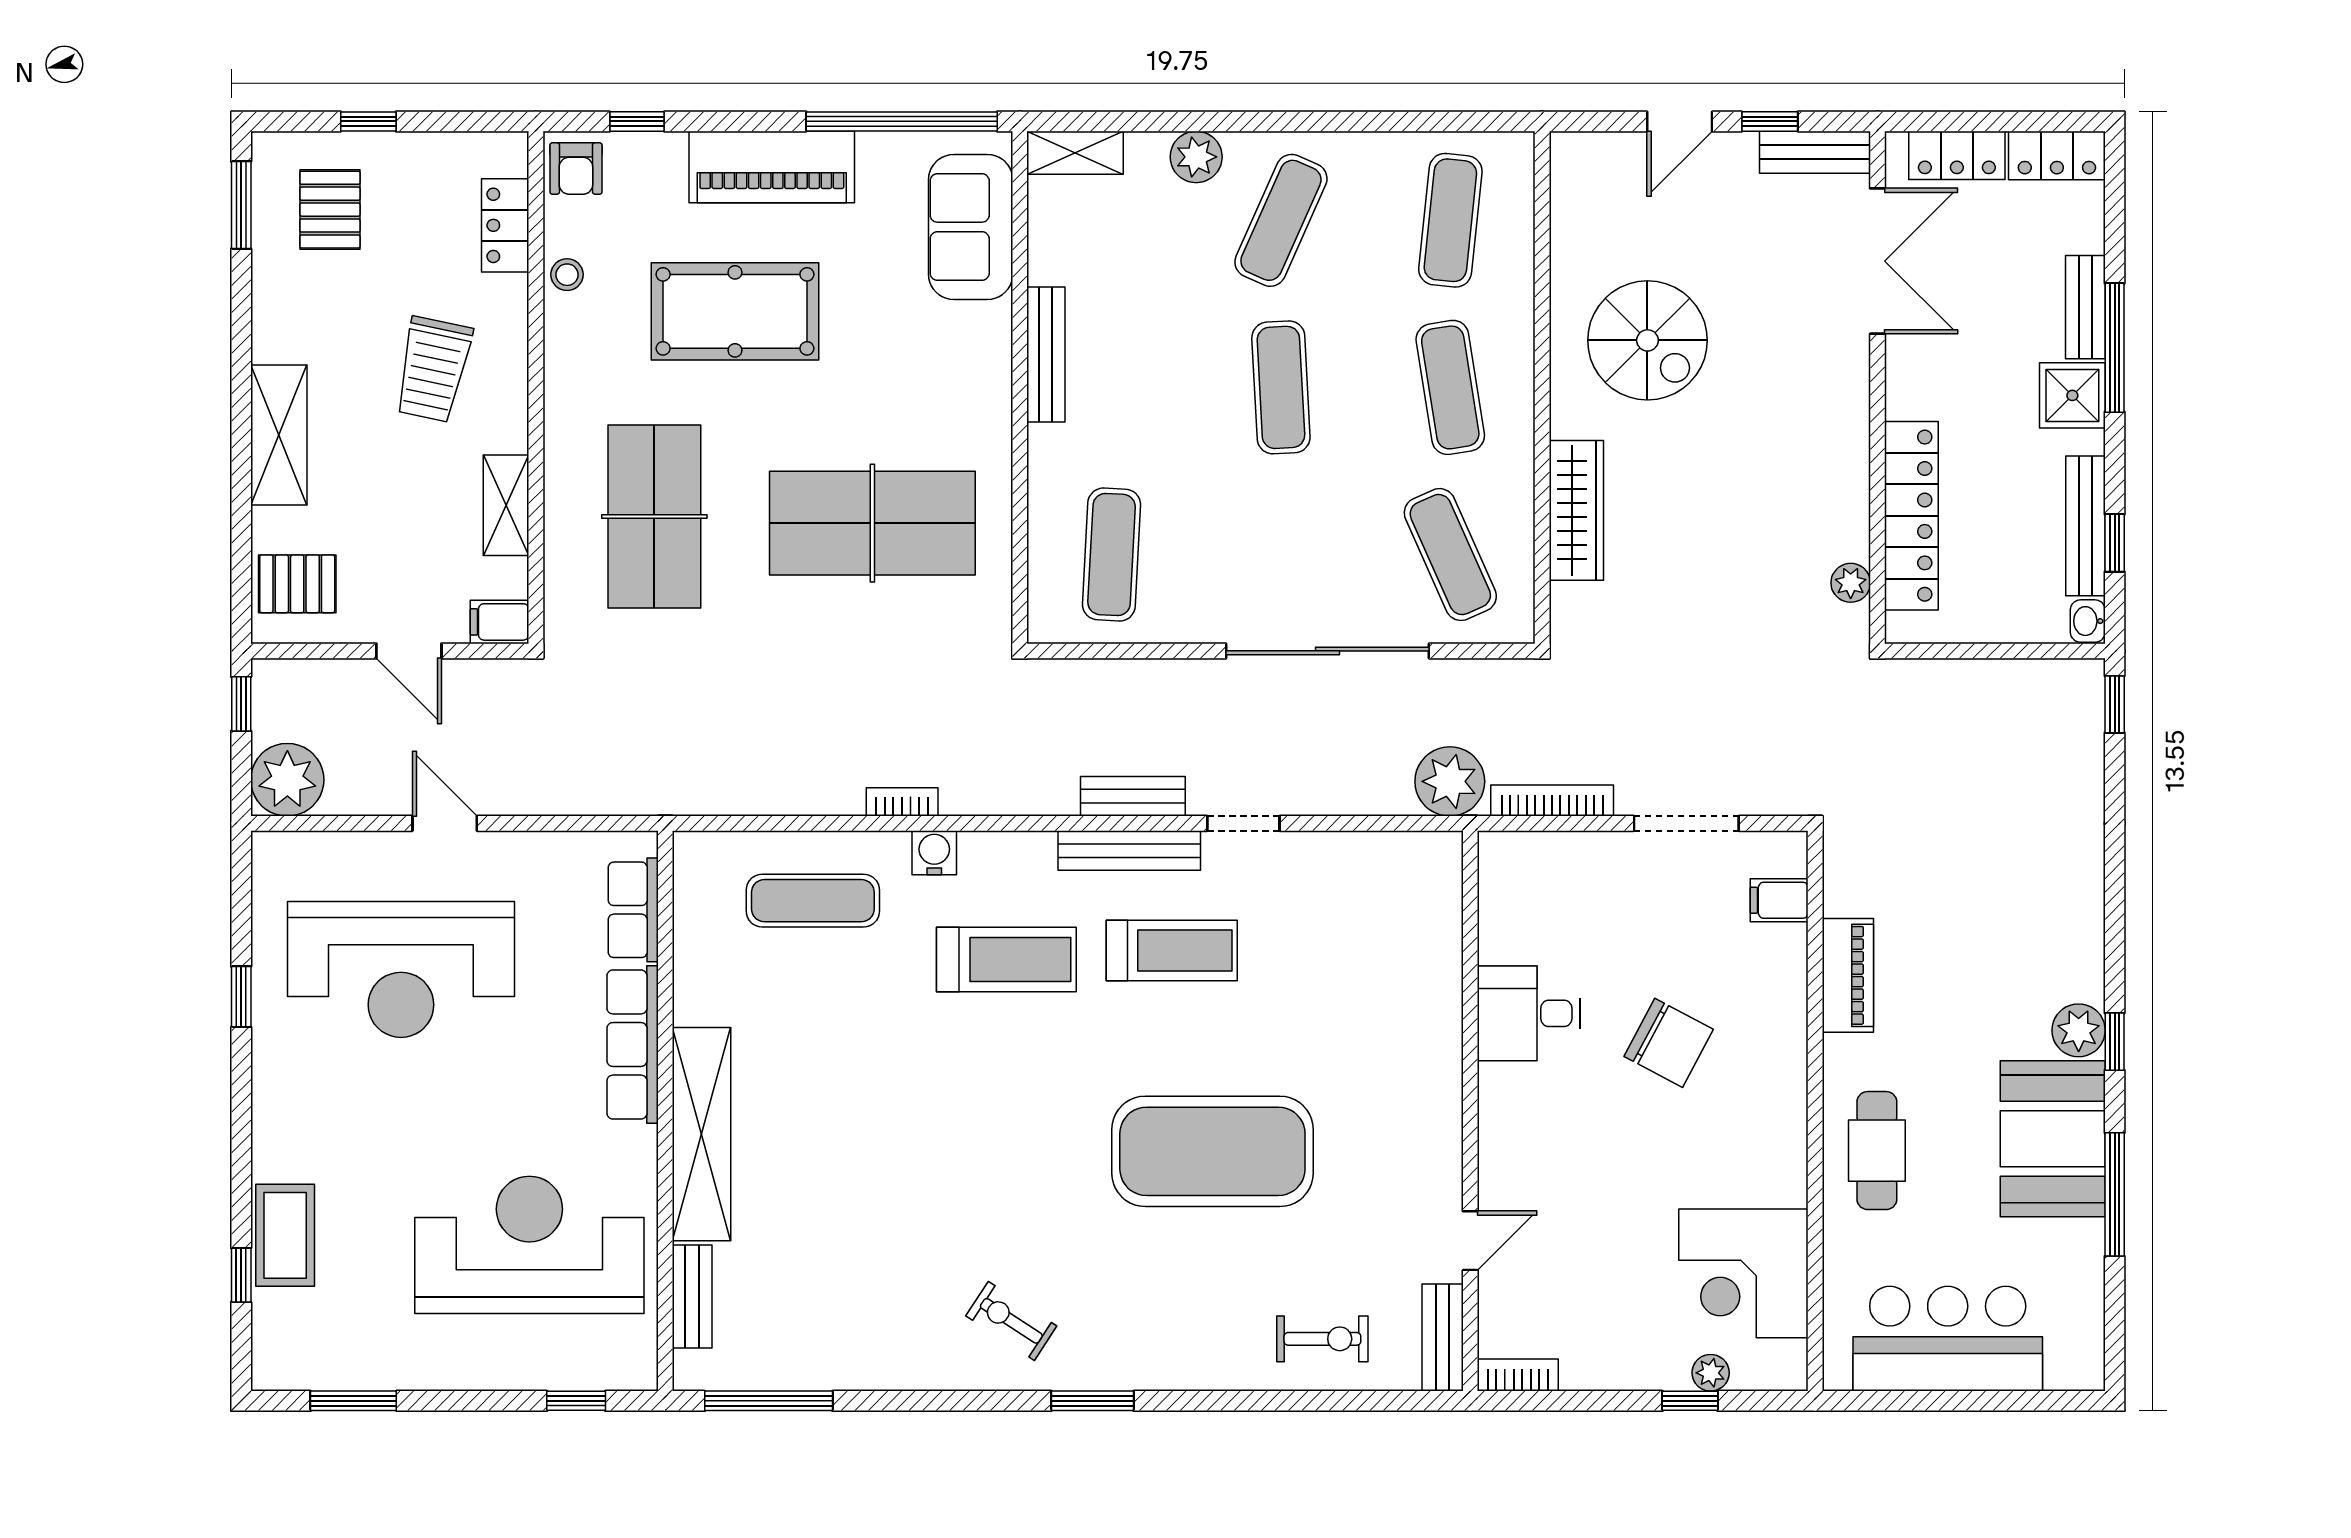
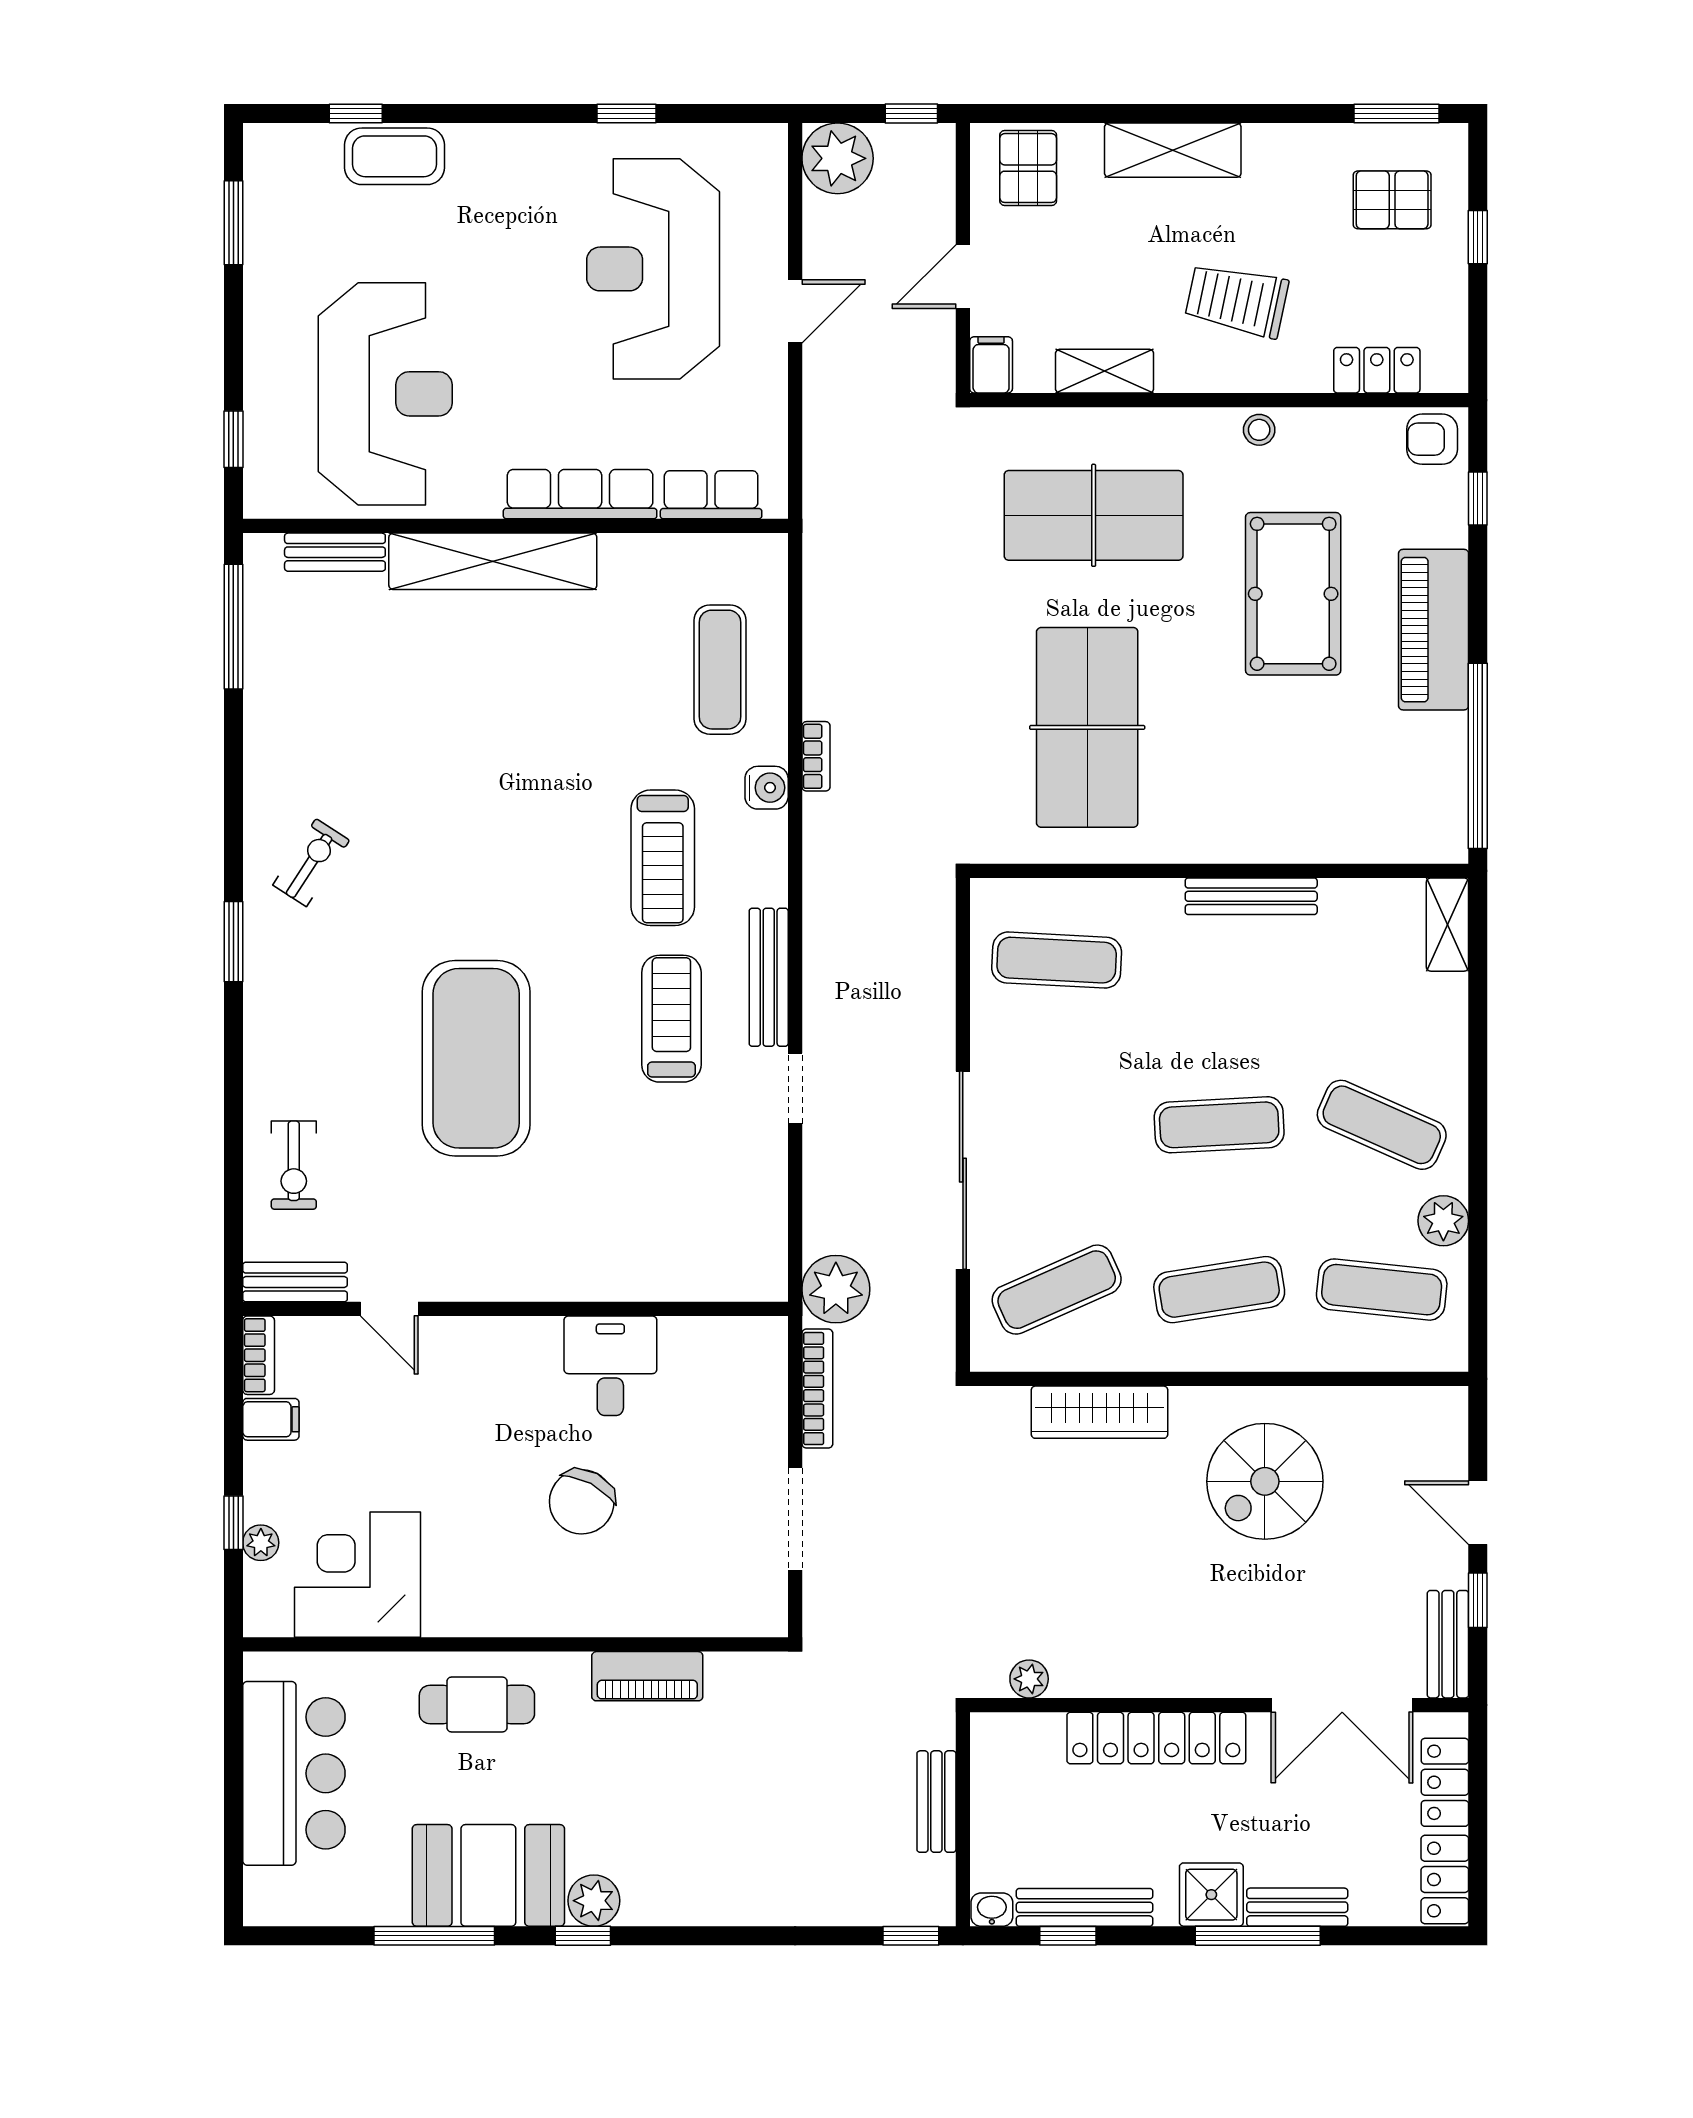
plant: (1196, 157) -> (1443, 1221), moved
sofa: (971, 227) -> (1375, 823), removed
stool: (567, 275) -> (1259, 430), moved
locker: (1911, 516) -> (1156, 1738), moved
bench: (1133, 796) -> (936, 1802), moved
filing cabinet: (1779, 900) -> (271, 1419), moved, turned 90
treadmill: (1172, 951) -> (671, 1019), turned 180

